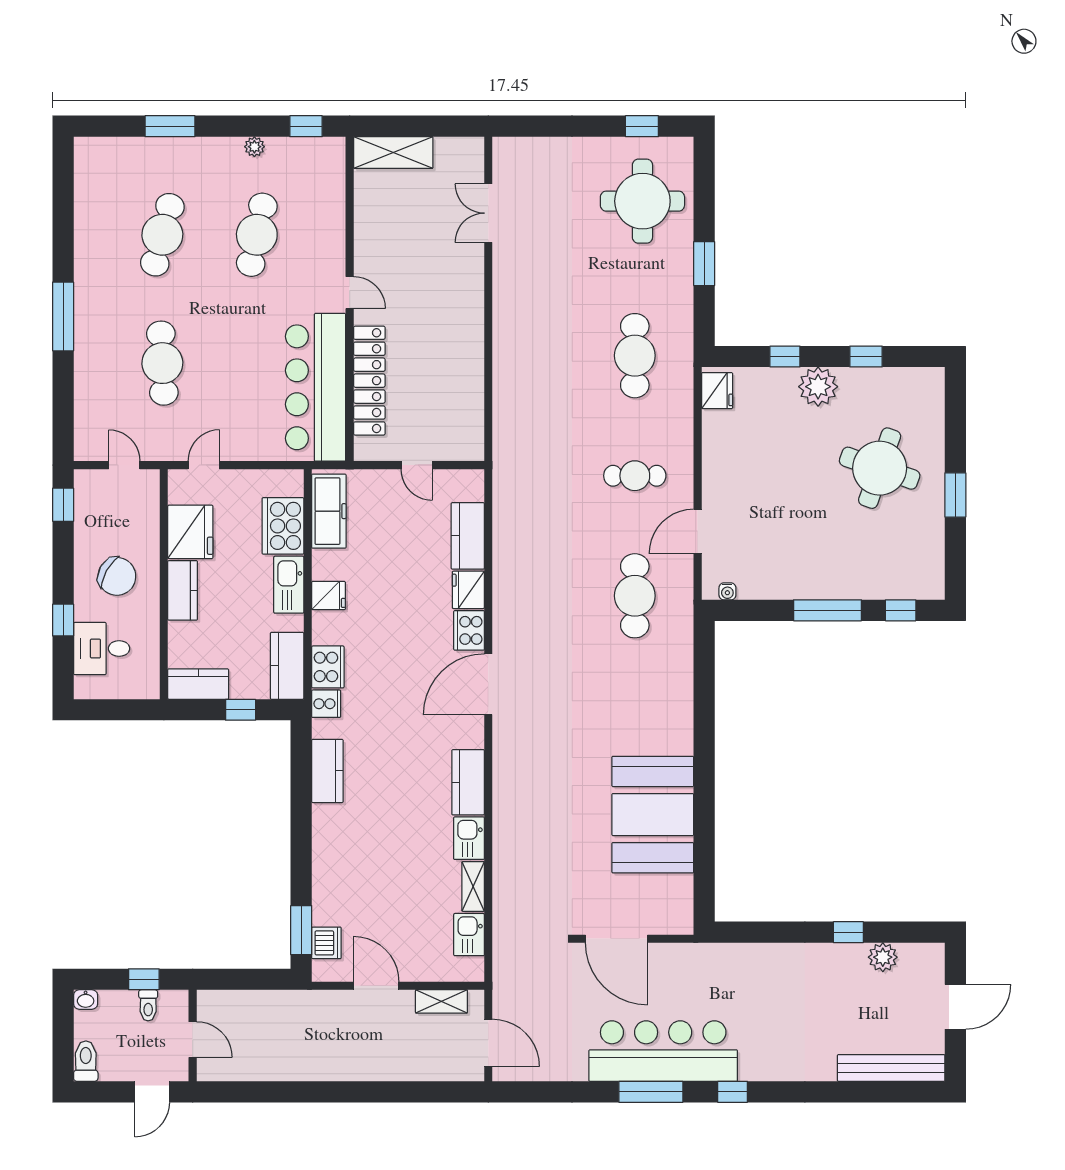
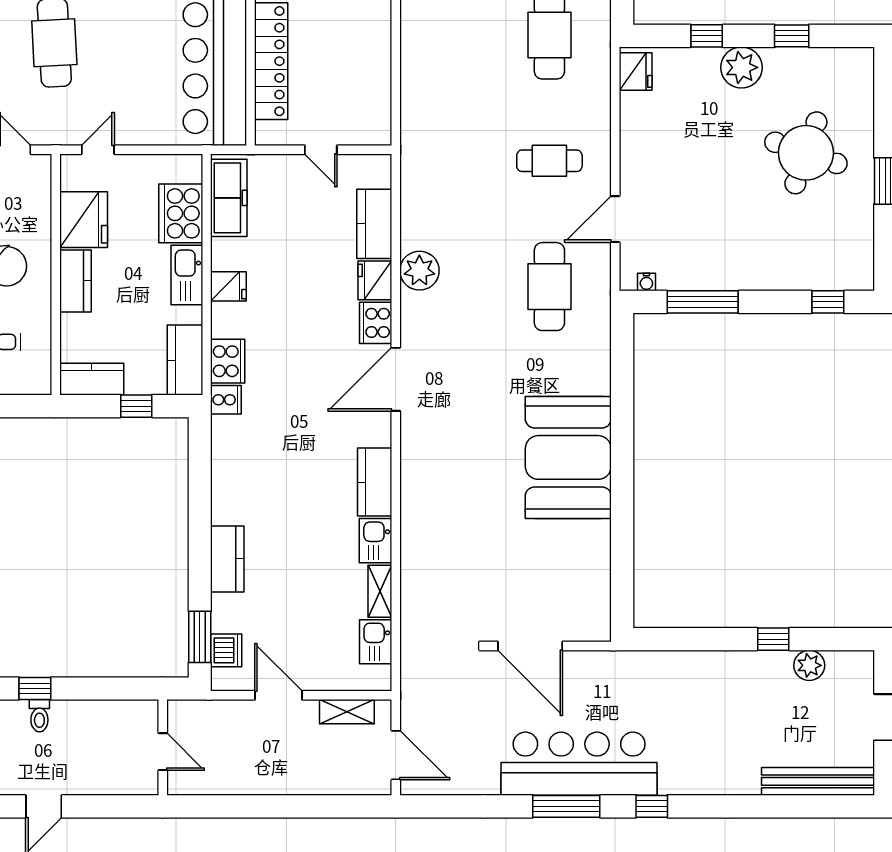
plant: (511, 581) -> (419, 271), added
window: (827, 610) -> (703, 302), moved
kitchen counter: (327, 771) -> (227, 559), moved
booth: (653, 815) -> (568, 457), moved
wall: (193, 1036) -> (163, 747), moved
door: (193, 1040) -> (163, 752), moved

